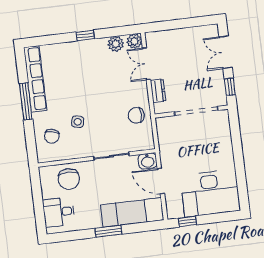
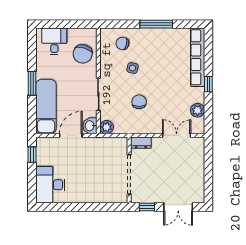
plant: (134, 41) -> (107, 127), moved
double door: (226, 52) -> (178, 207), swing flipped
row of seats: (35, 79) -> (198, 57), moved, turned 90
dresser: (158, 91) -> (141, 143), moved
chair: (136, 115) -> (139, 102), moved
chair: (69, 179) -> (83, 54), turned -74
desk: (210, 193) -> (50, 185), width x0.73, depth x0.77

